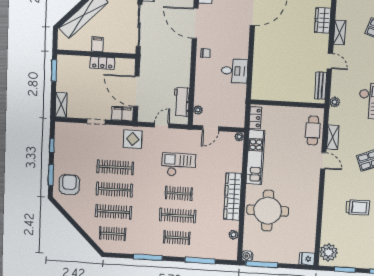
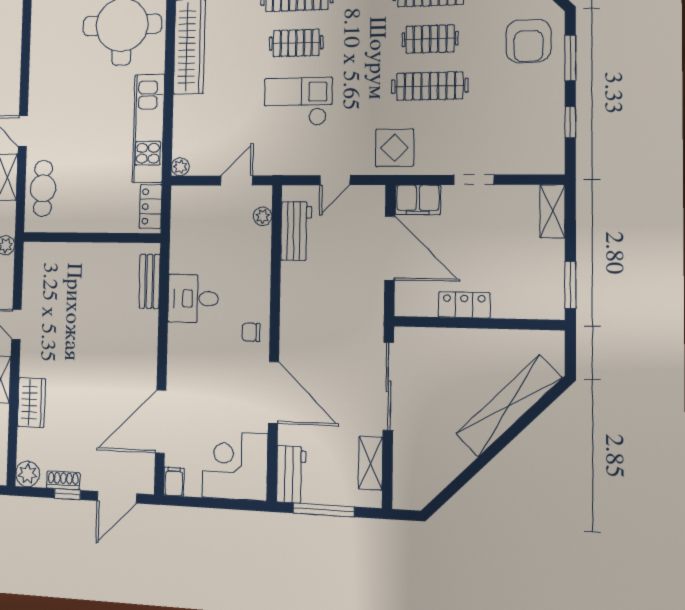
filing cabinet: (97, 44) -> (476, 344), removed
bench: (321, 86) -> (150, 281), moved
checkout: (179, 165) -> (298, 102), turned 180
clothes rail: (114, 190) -> (430, 39), width x0.73

